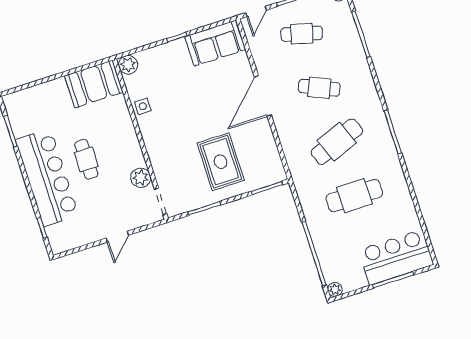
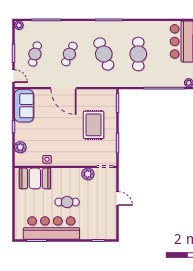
plant: (128, 65) -> (20, 147), moved
booth: (94, 84) -> (35, 178), moved, turned 90
rug: (221, 162) -> (94, 125), turned 90
bar counter: (47, 178) -> (51, 228), moved

